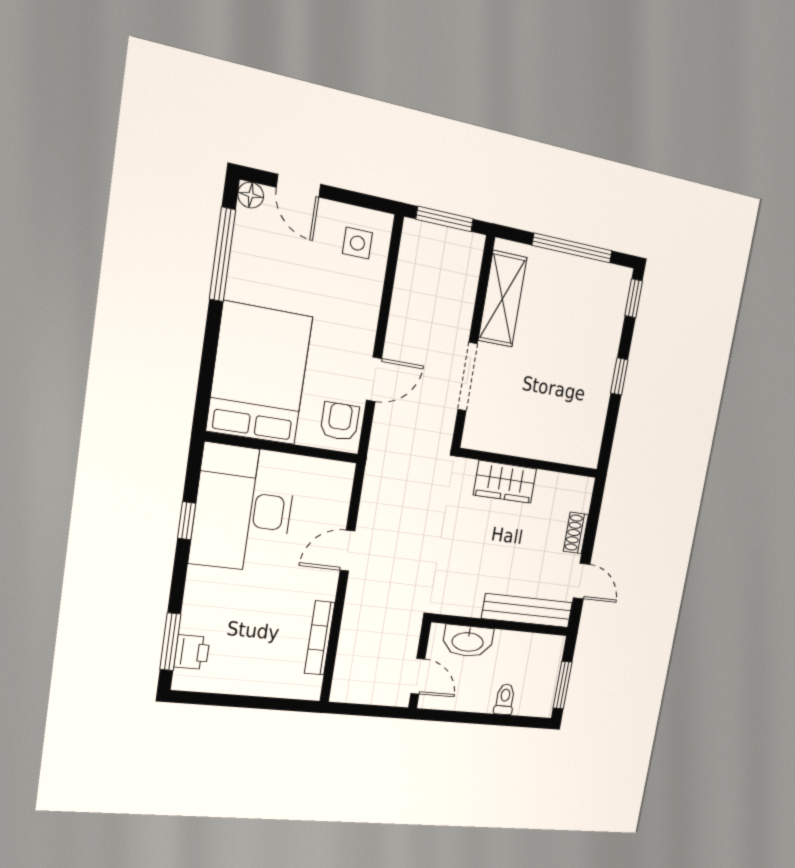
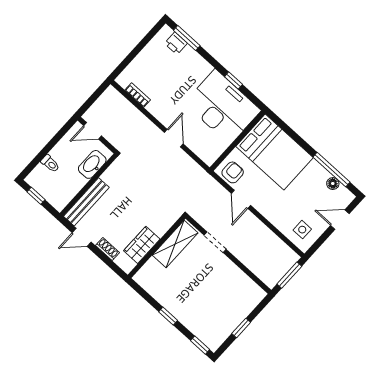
floor lamp: (251, 195) -> (333, 184), moved
window: (572, 248) -> (241, 328), width x0.46
shelving: (502, 299) -> (175, 244), moved, turned 90
doorway: (467, 377) -> (215, 242), width x0.73
armchair: (340, 421) -> (233, 172), turned -90
wardrobe: (505, 482) -> (142, 245), moved
bookcase: (320, 638) -> (138, 95), width x0.64
window: (562, 685) -> (36, 196), width x0.67

